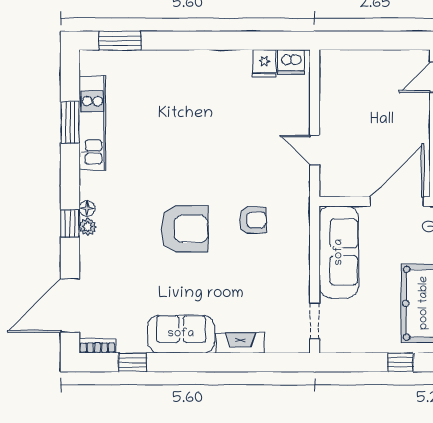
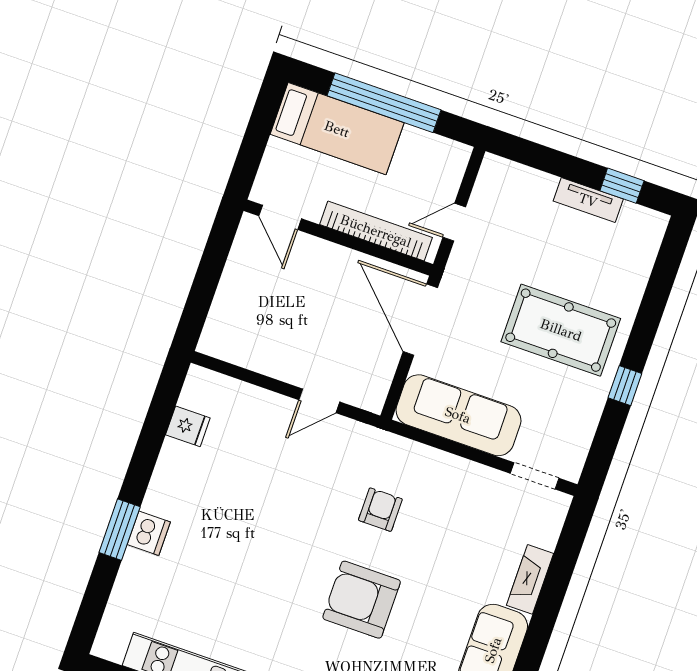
window: (120, 41) -> (120, 530), moved
dishwasher: (291, 62) -> (149, 533), moved
armchair: (185, 229) -> (362, 600), turned -90

